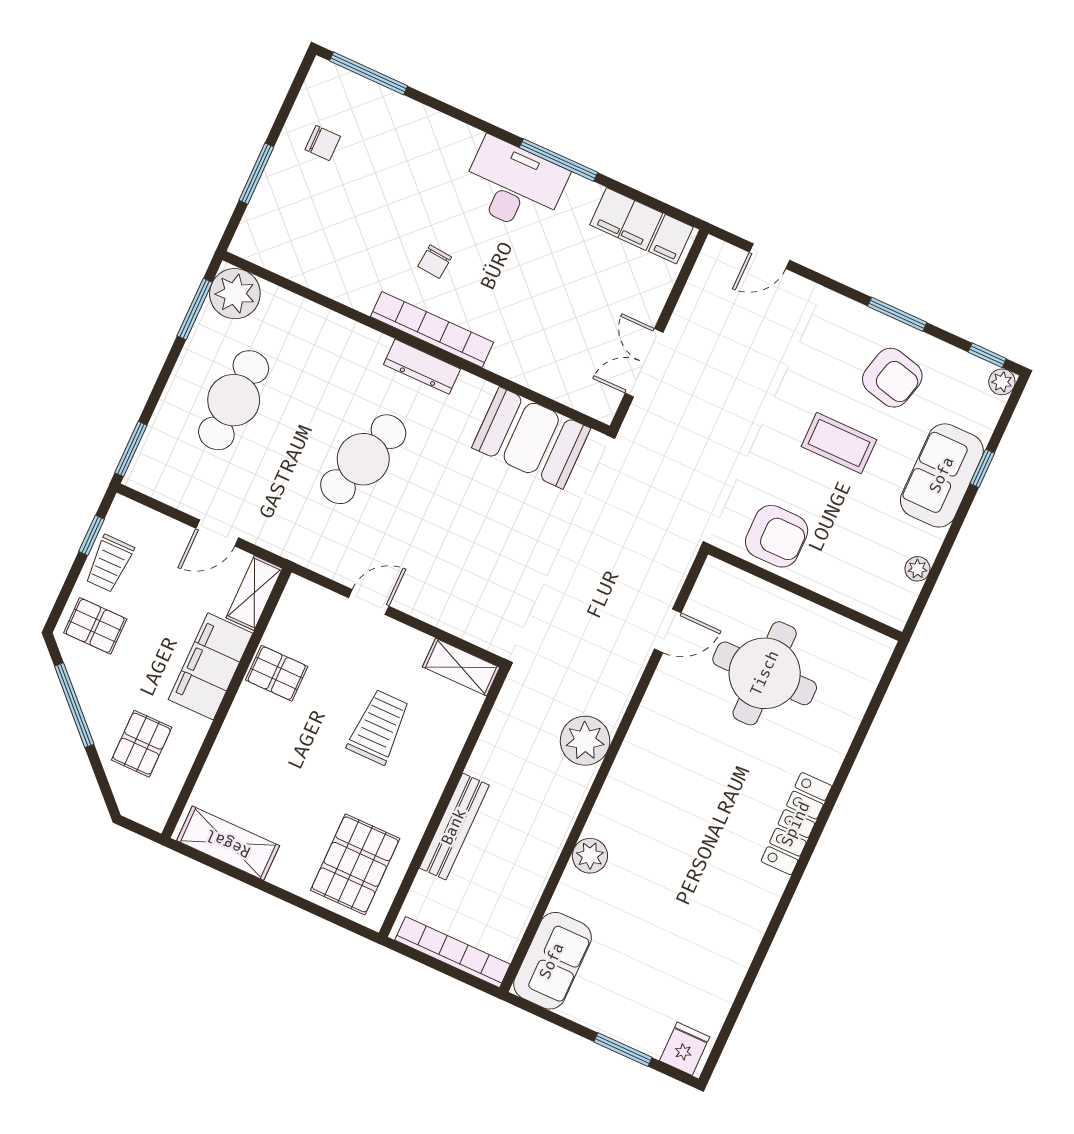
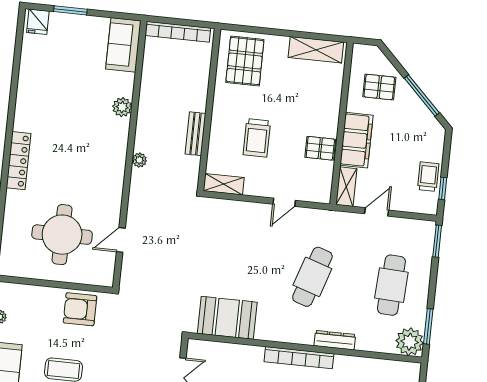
dresser: (422, 367) -> (335, 340), moved
pallet: (95, 626) -> (425, 141), removed
plant: (585, 741) -> (139, 160), width x0.53, depth x0.53
pallet: (142, 744) -> (379, 87), turned 90
bench: (454, 827) -> (195, 134), moved, width x0.73

